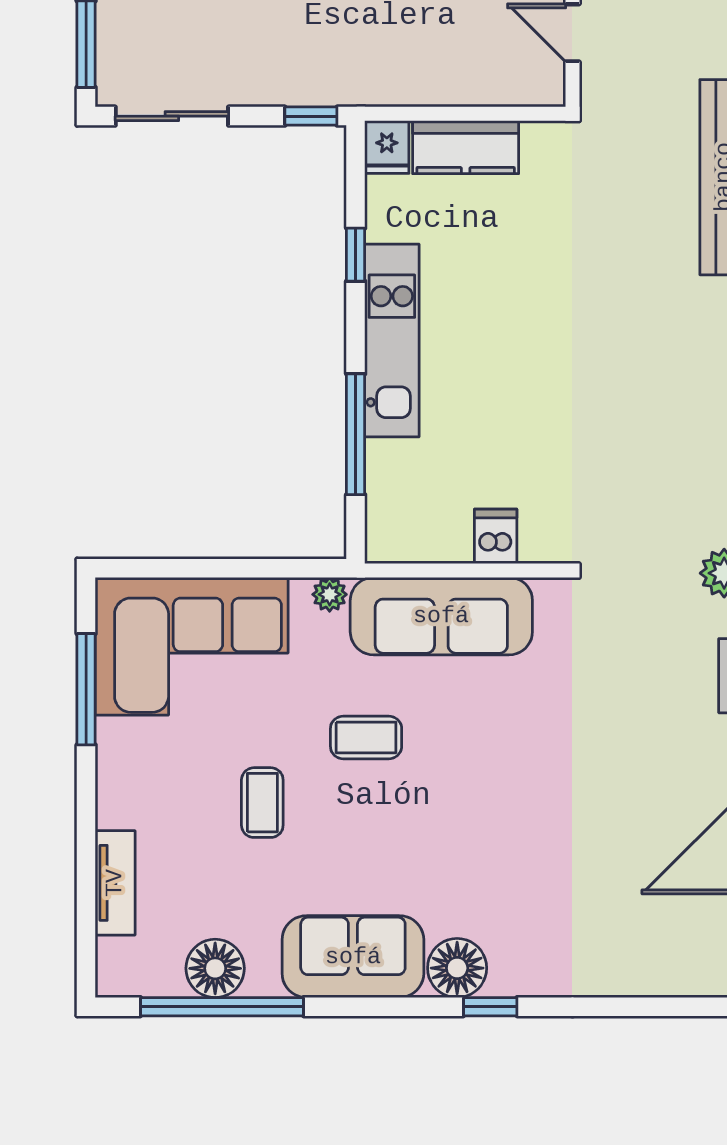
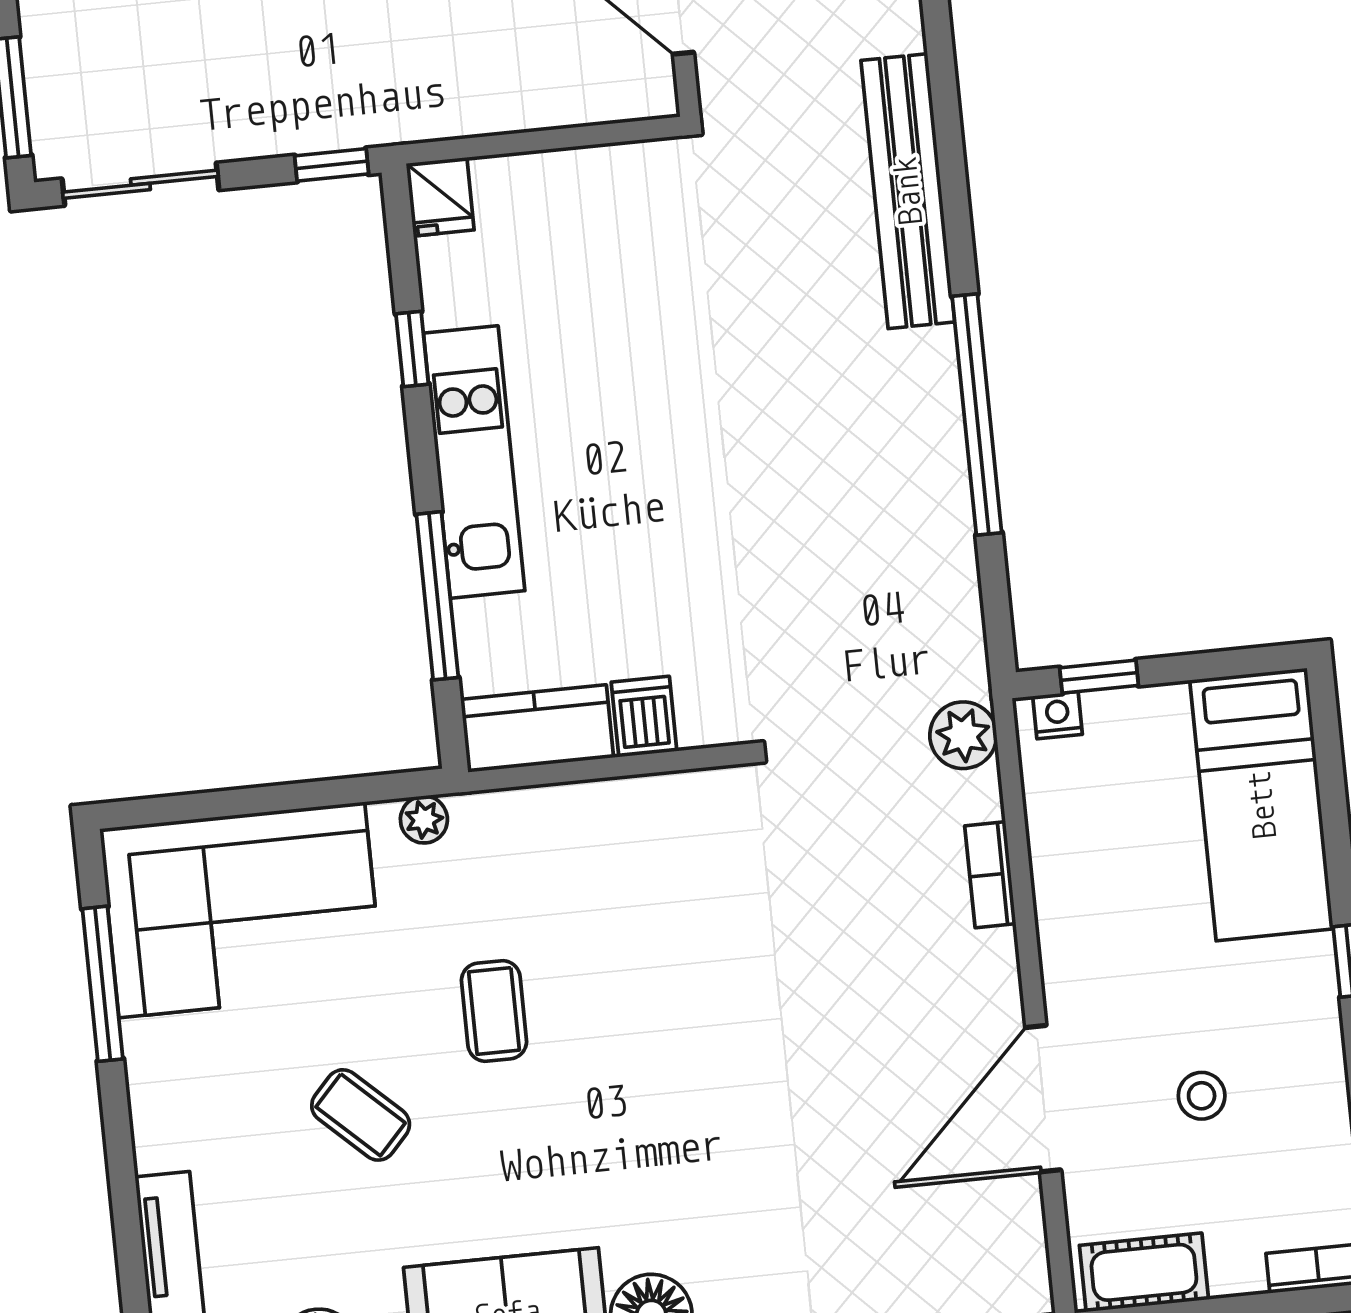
kitchen counter: (466, 147) -> (537, 729), moved, turned 180
sofa: (441, 616) -> (581, 834), removed
coffee table: (366, 737) -> (494, 1011), turned 90
coffee table: (262, 803) -> (361, 1115), turned -47

